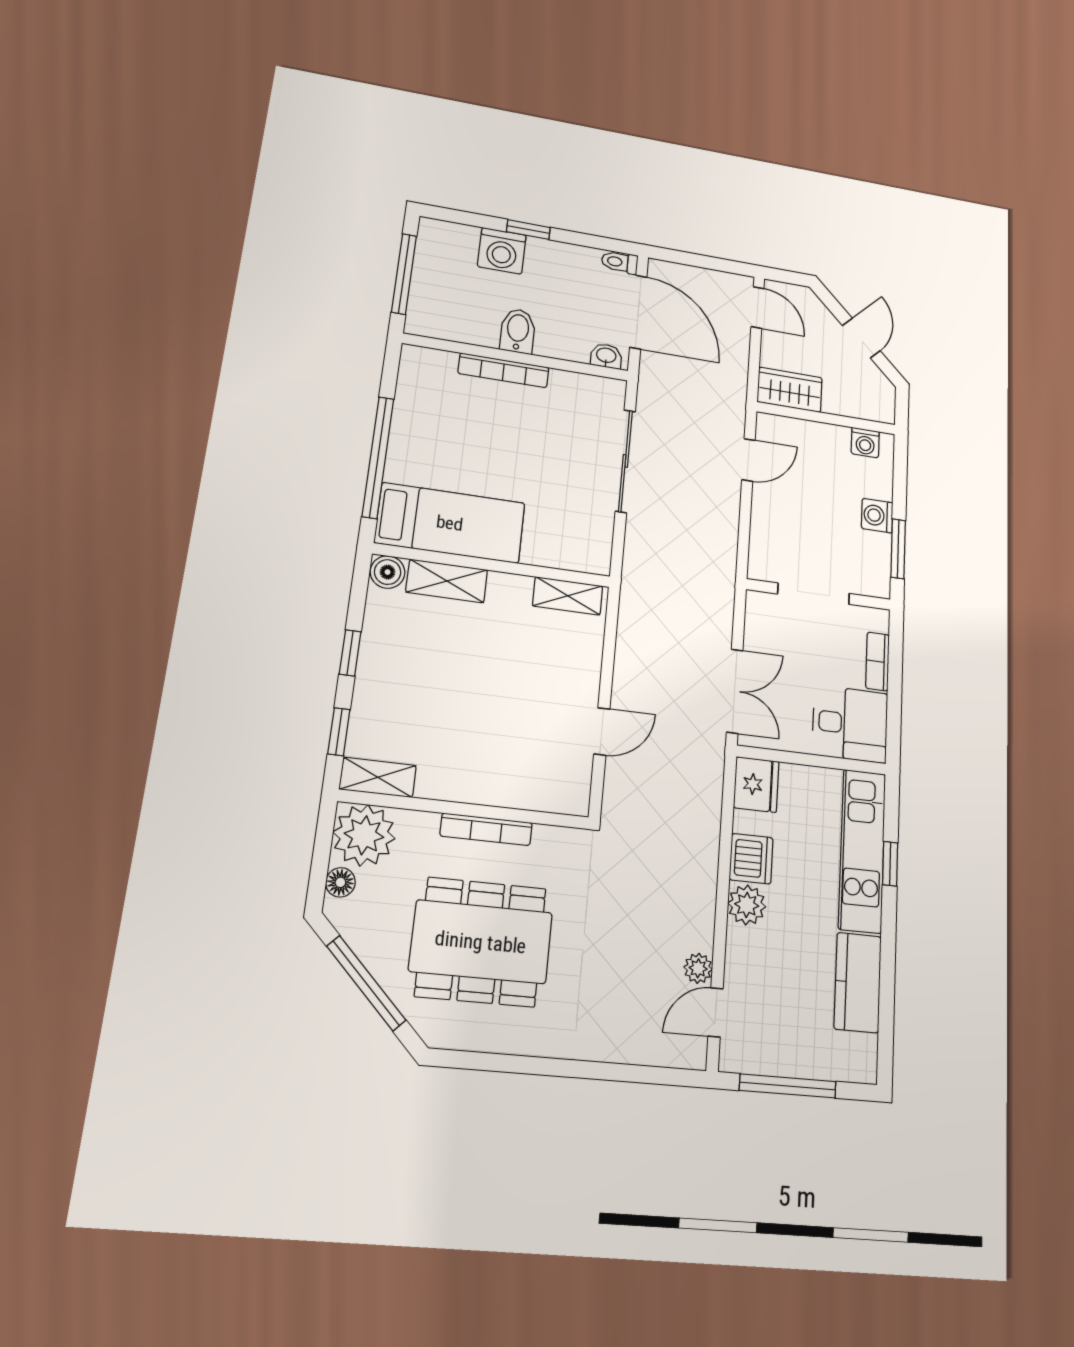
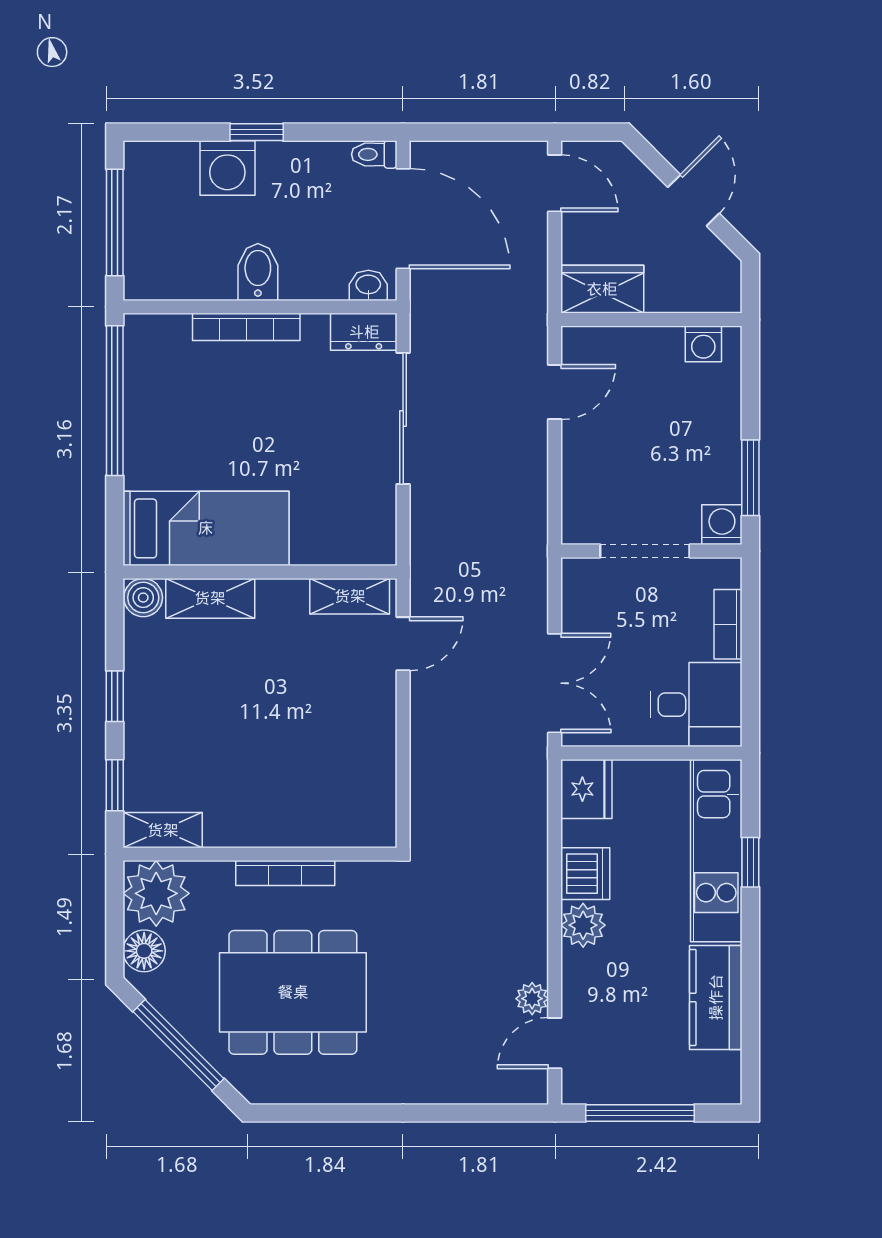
dresser: (599, 390) -> (364, 332), added
window: (378, 457) -> (115, 401), moved
washing machine: (877, 516) -> (722, 525), moved, turned 90
door: (602, 731) -> (403, 644), moved
floor lamp: (340, 882) -> (144, 951), width x1.37, depth x1.37

